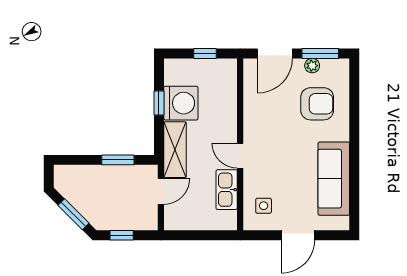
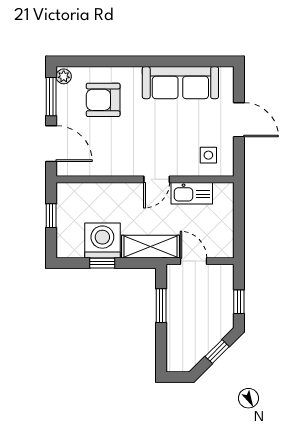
plant: (312, 66) -> (64, 76), moved
armchair: (317, 104) -> (103, 100), turned -90
window: (73, 214) -> (217, 351), width x0.67

